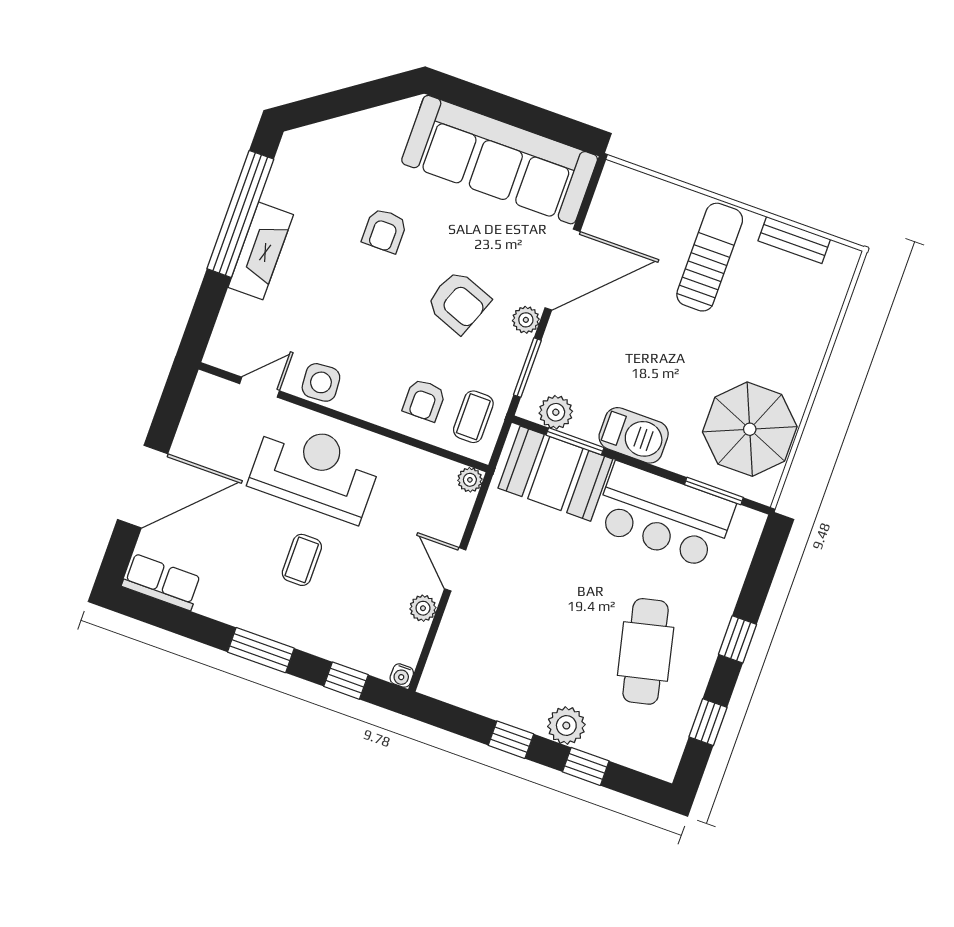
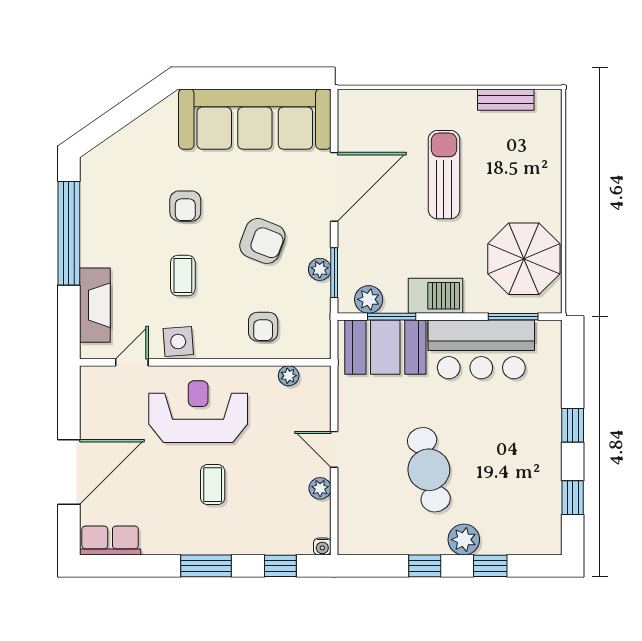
fireplace: (261, 251) -> (95, 305), moved
sun lounger: (710, 257) -> (444, 175), moved
plant: (526, 320) -> (320, 269), moved
coffee table: (473, 417) -> (183, 276), moved
plant: (470, 480) -> (289, 376), moved
cafe table: (646, 651) -> (429, 470), moved

